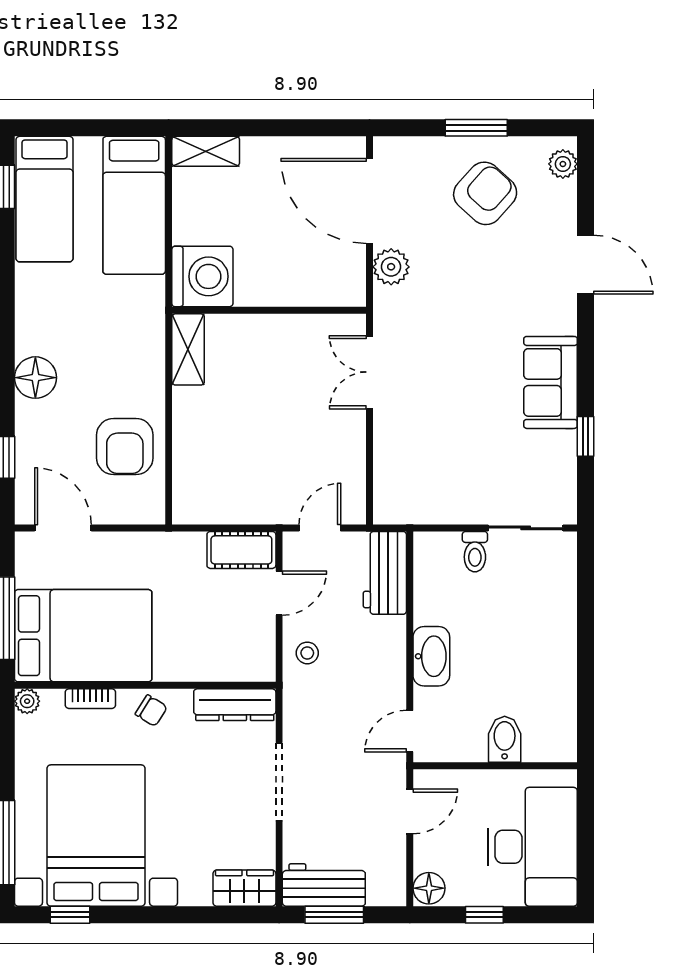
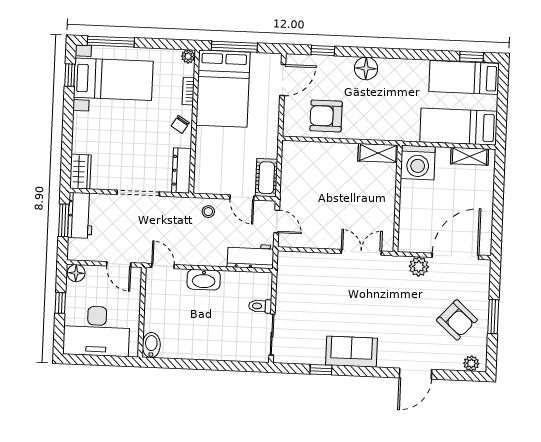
shelving: (206, 151) -> (470, 156), moved, turned 90
bidet: (505, 739) -> (151, 345), moved, turned -90
bed with nightstands: (96, 836) -> (113, 79), width x0.73

